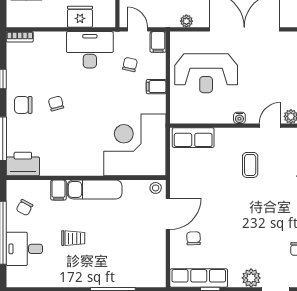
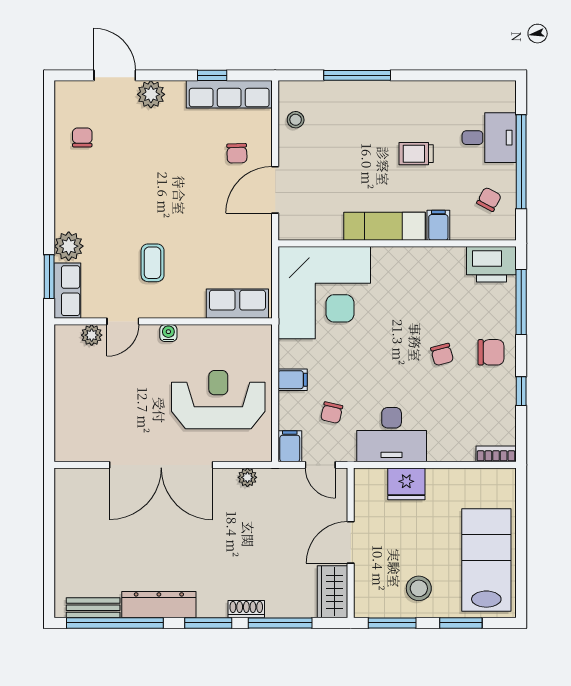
stool: (156, 188) -> (296, 120), moved

